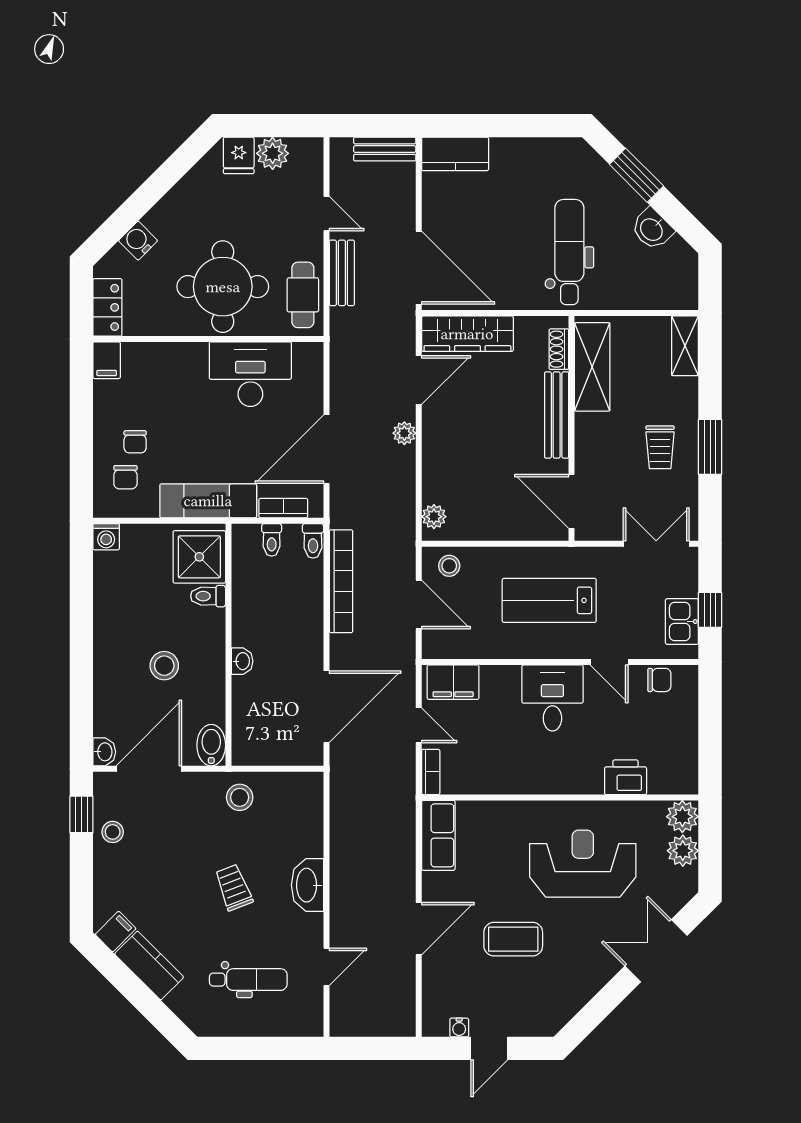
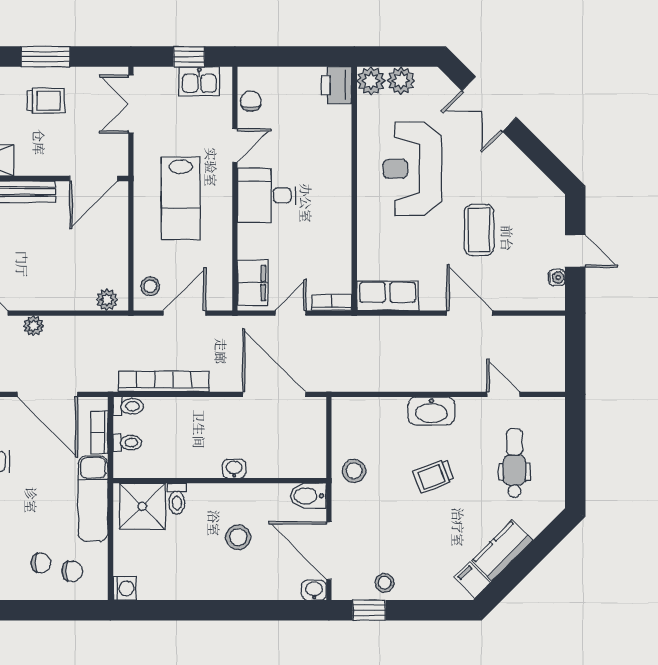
printer: (626, 777) -> (336, 85), moved

